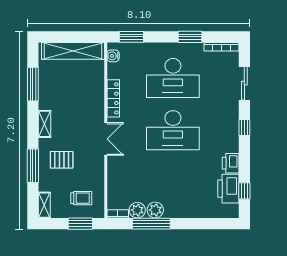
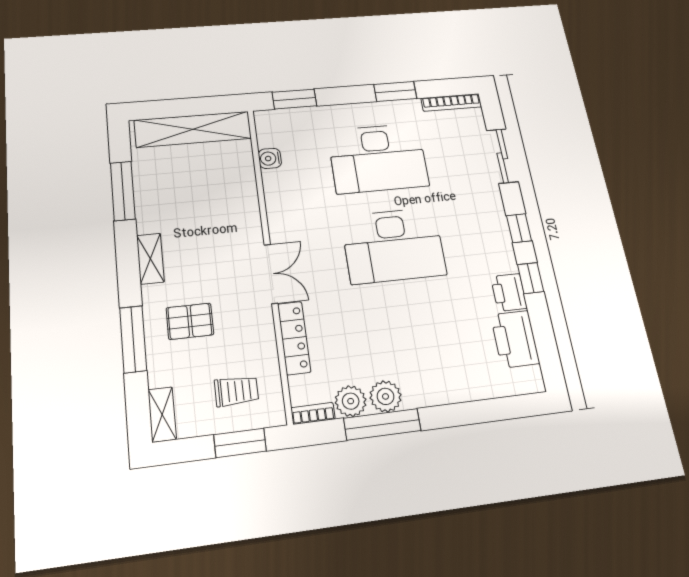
water cooler: (113, 56) -> (270, 158), moved
locker: (113, 98) -> (294, 338), moved
window: (244, 191) -> (531, 278), moved

